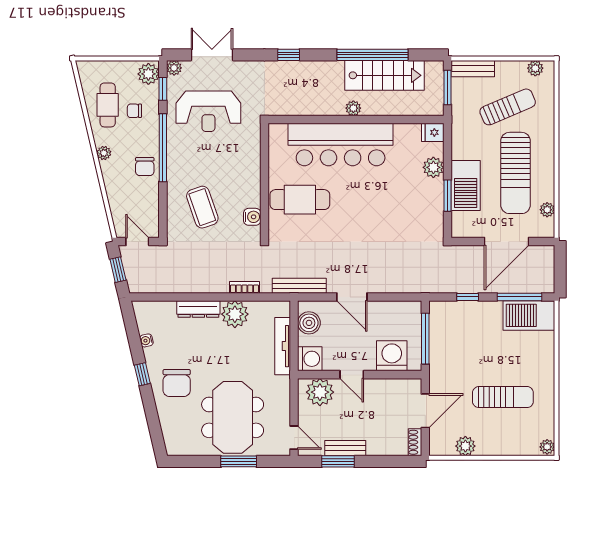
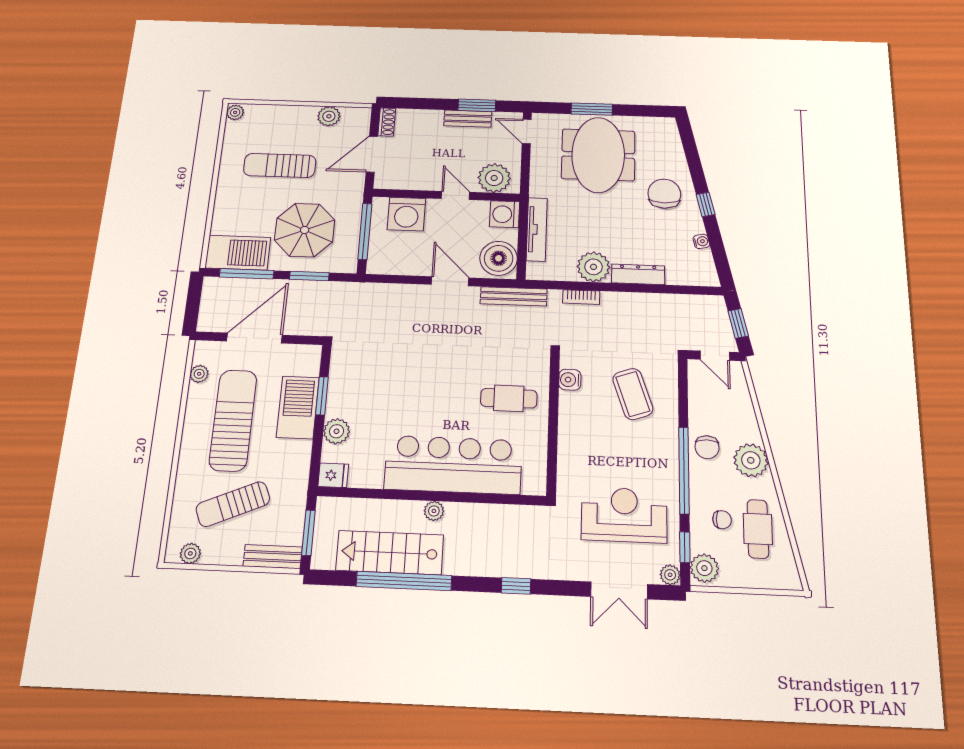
plant: (104, 153) -> (751, 460), width x1.88, depth x1.88
chair: (145, 167) -> (707, 447), turned 180
cafe table: (300, 200) -> (509, 398), width x0.73, depth x0.74
window: (468, 297) -> (309, 276), width x1.50
boiler: (309, 323) -> (499, 258), width x1.37, depth x1.37
parasol: (476, 338) -> (305, 230), added

